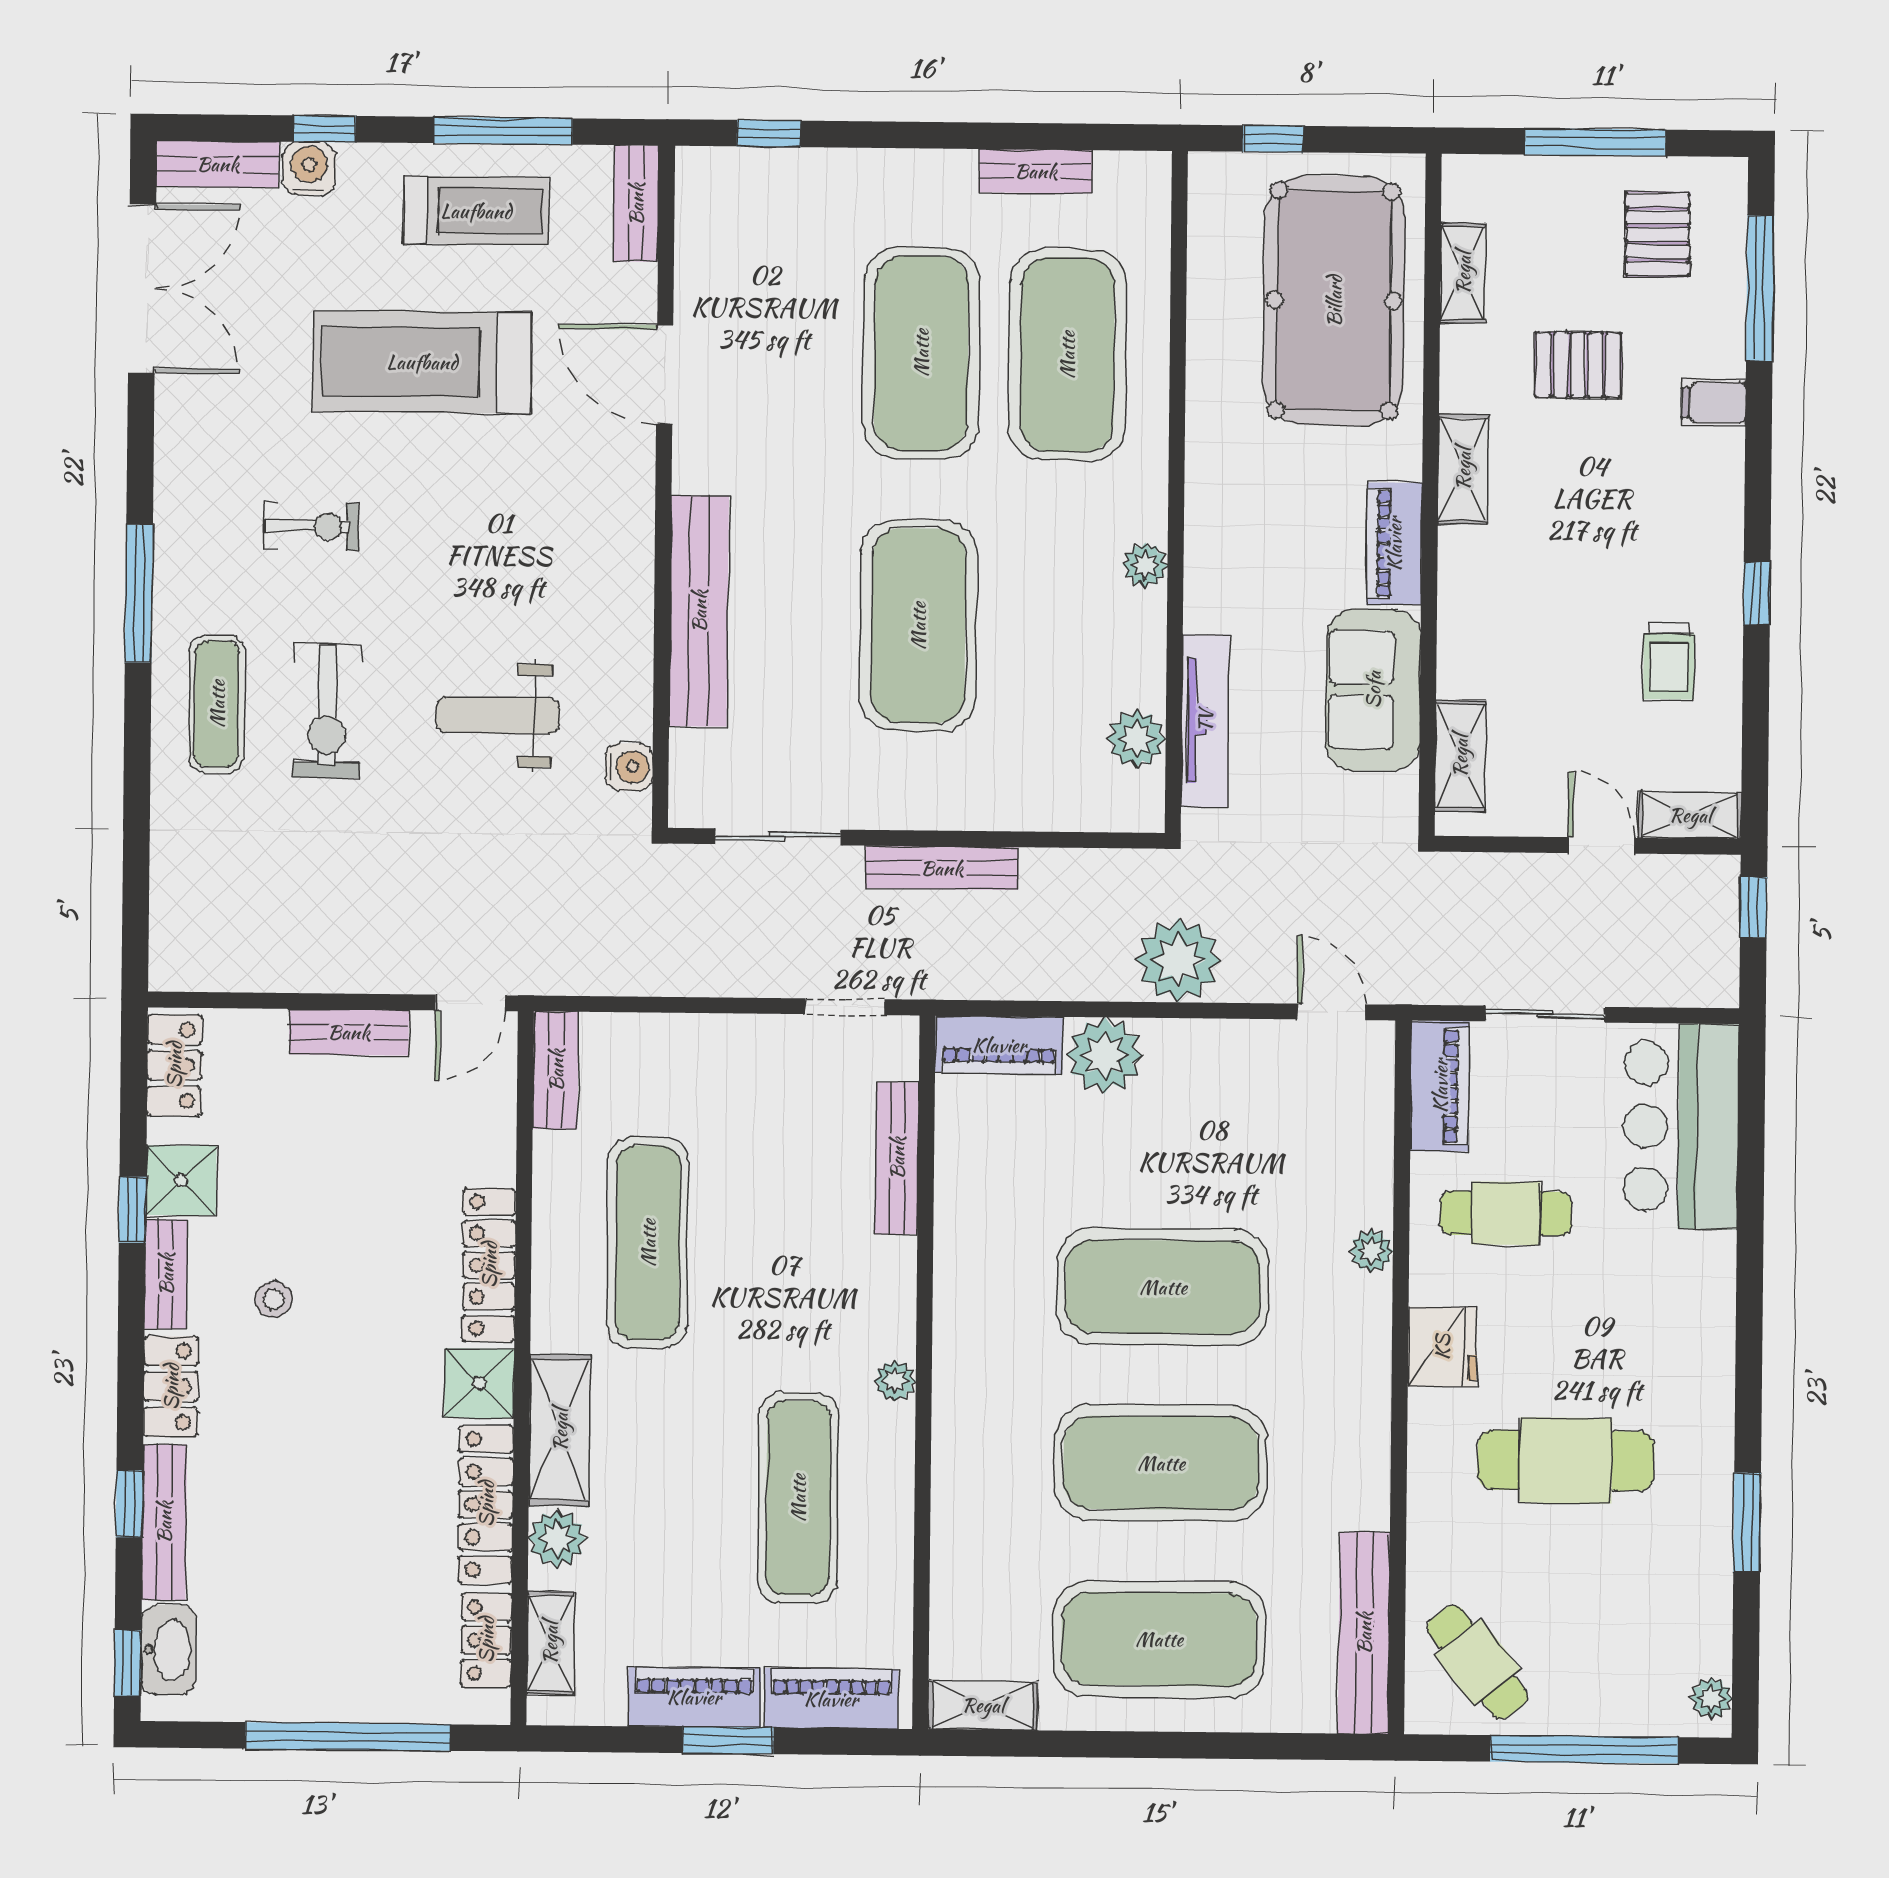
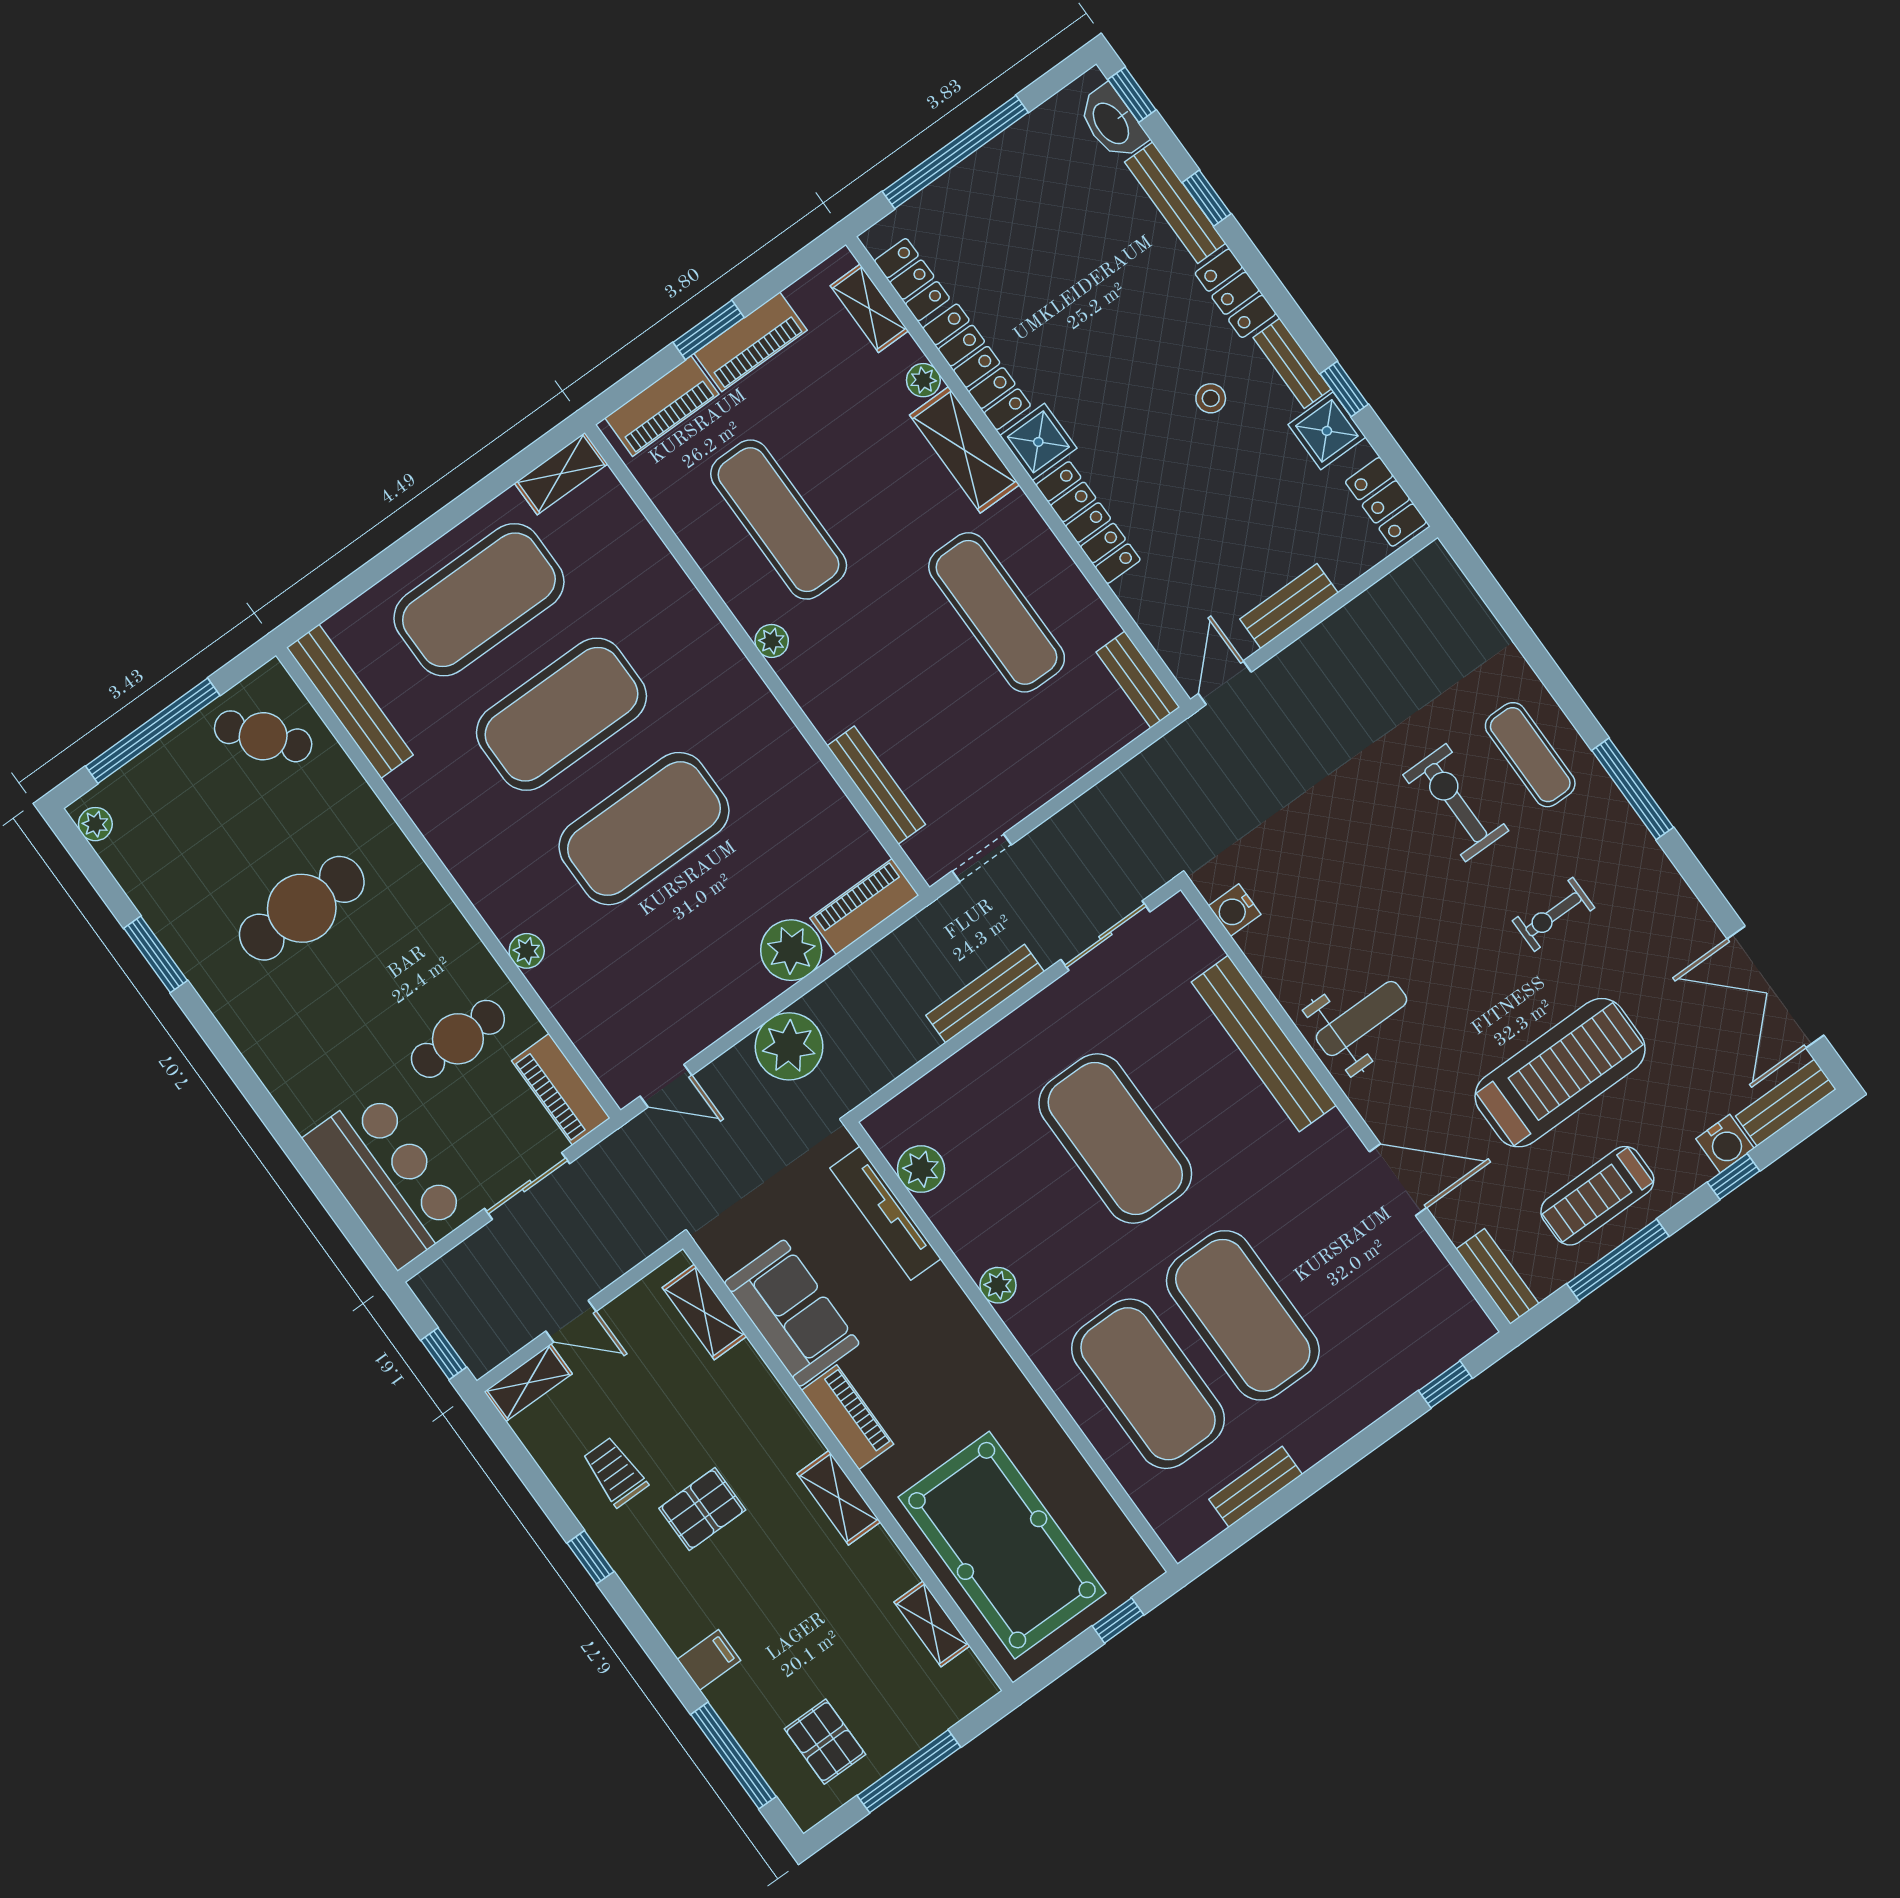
pallet: (1578, 365) -> (702, 1509), moved
weight bench: (498, 715) -> (1362, 1019), moved
fridge: (1442, 1347) -> (435, 923), removed
plant: (557, 1539) -> (923, 380), width x0.73, depth x0.73

